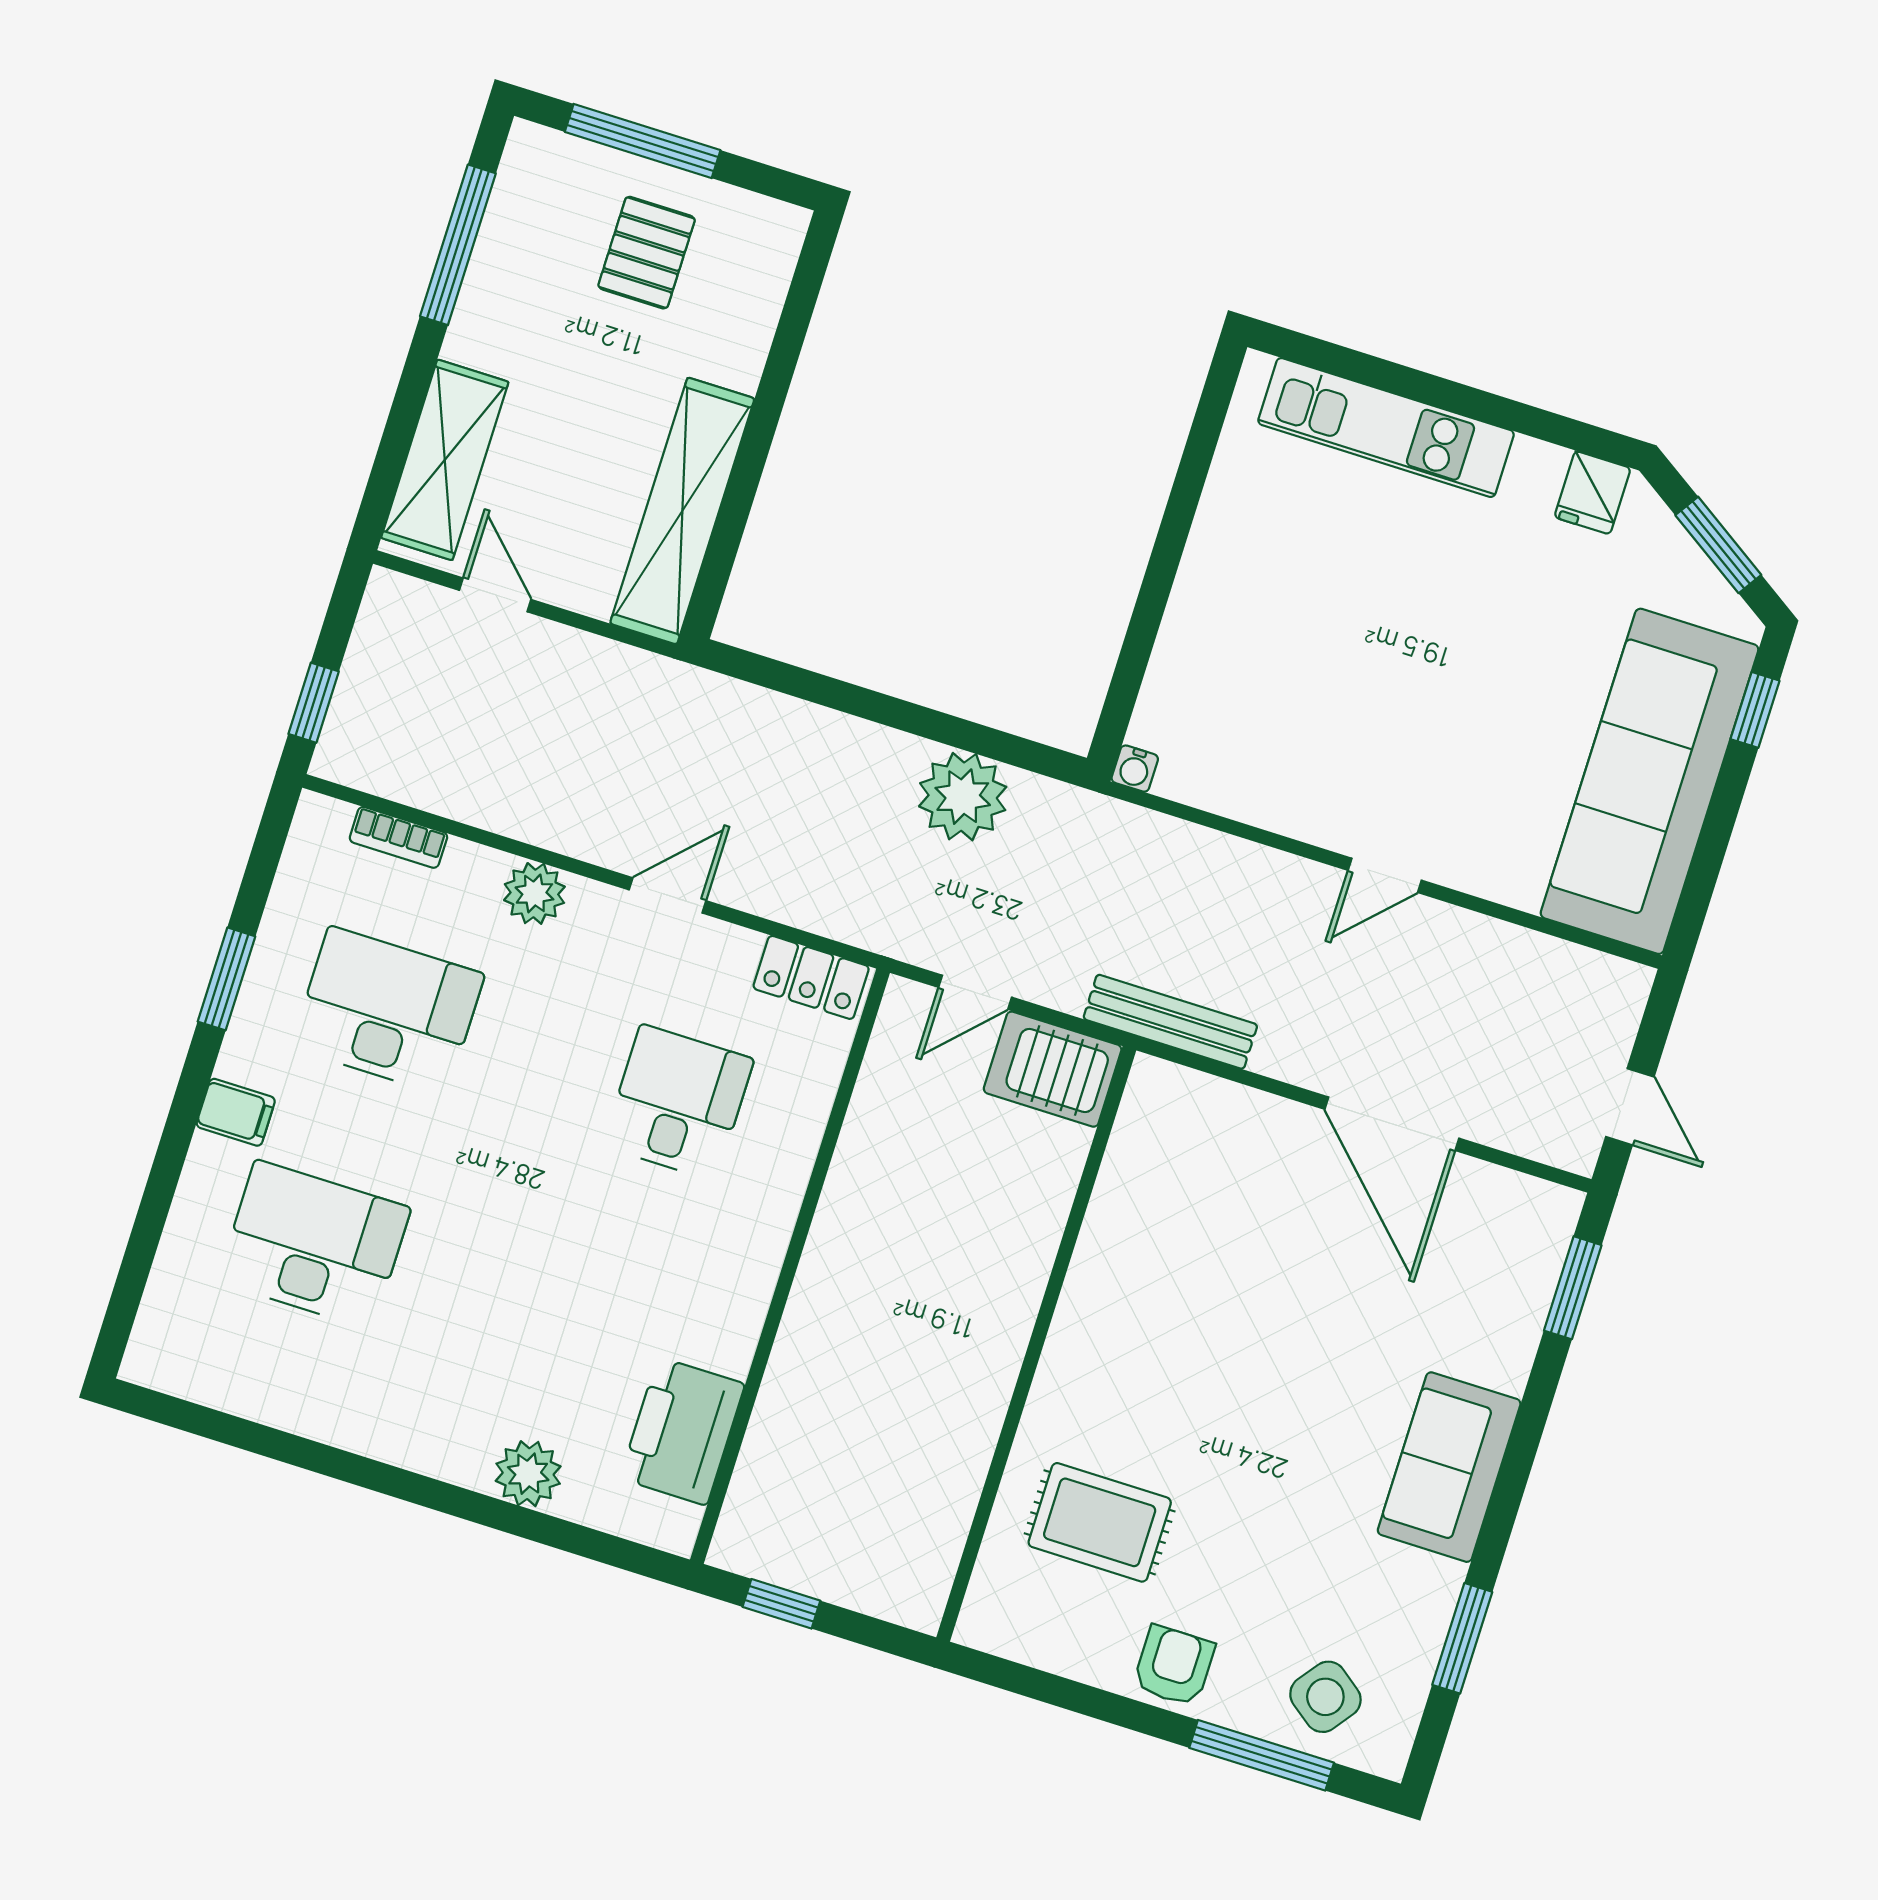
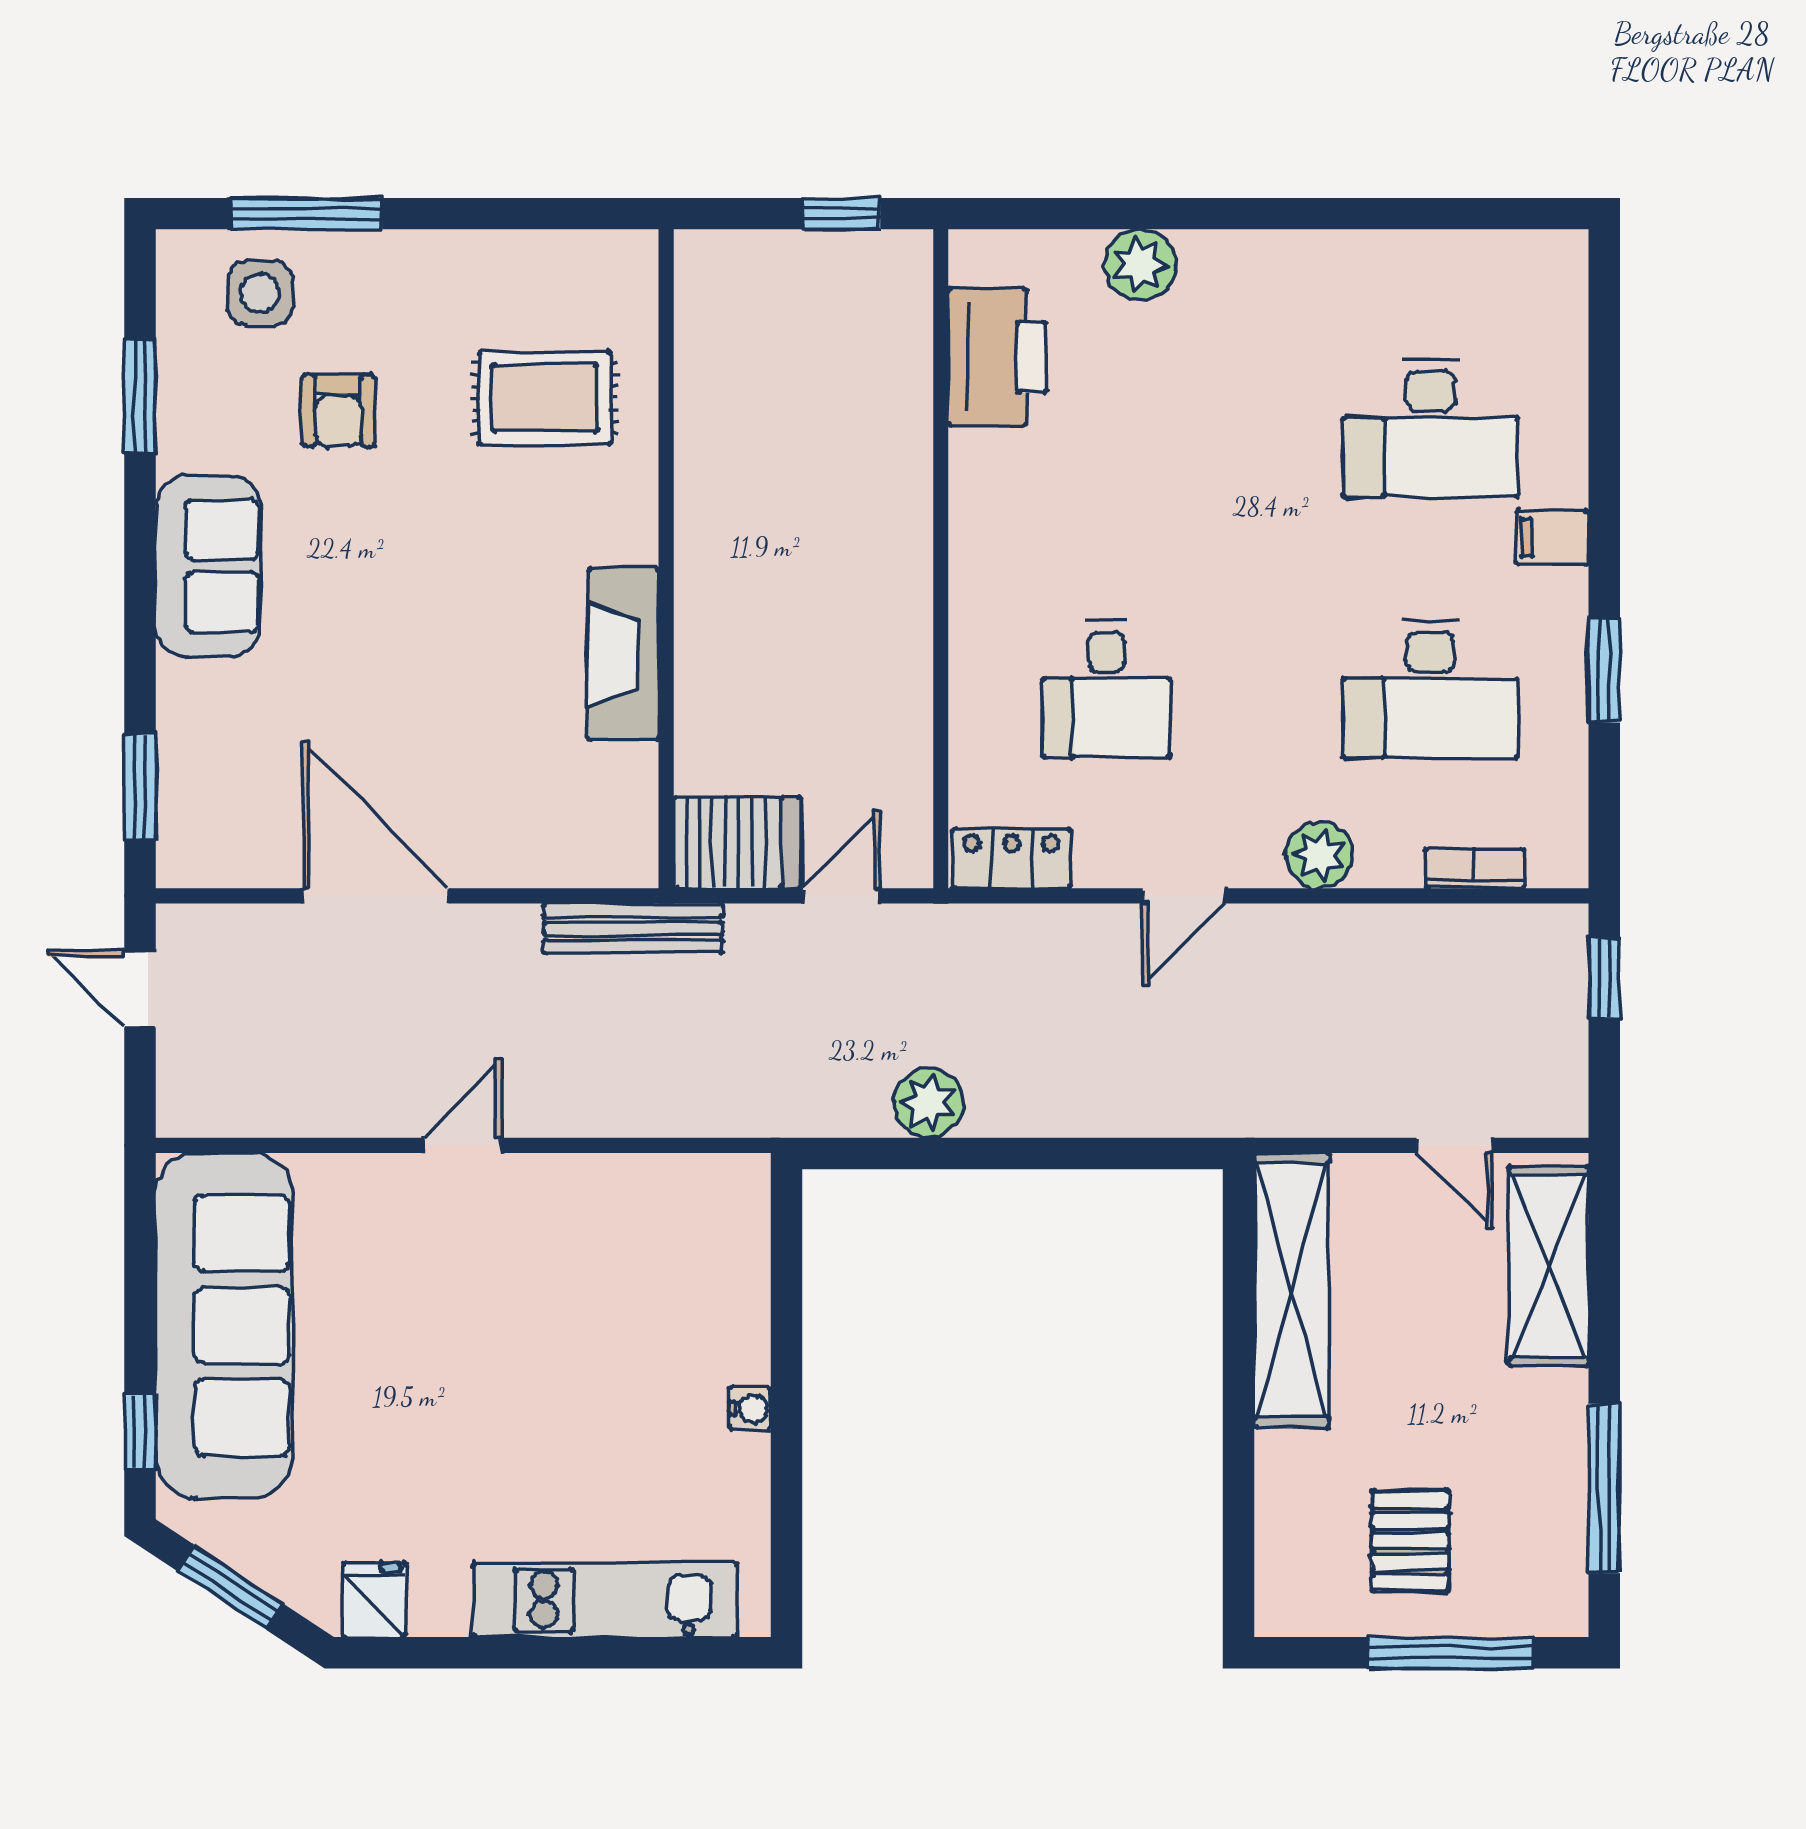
water cooler: (1135, 769) -> (750, 1408), moved, turned 90
plant: (963, 797) -> (929, 1103), width x0.73, depth x0.73
fireplace: (1102, 1270) -> (623, 654), added
armchair: (1174, 1666) -> (338, 411), moved
side table: (1325, 1697) -> (260, 293), turned -37

